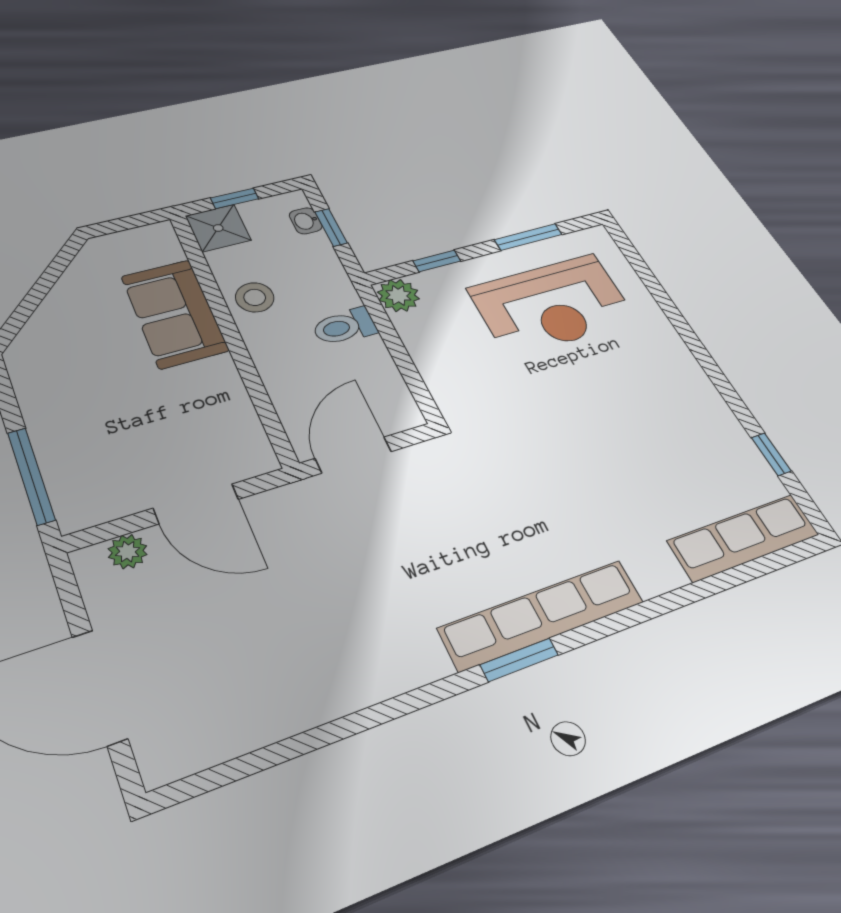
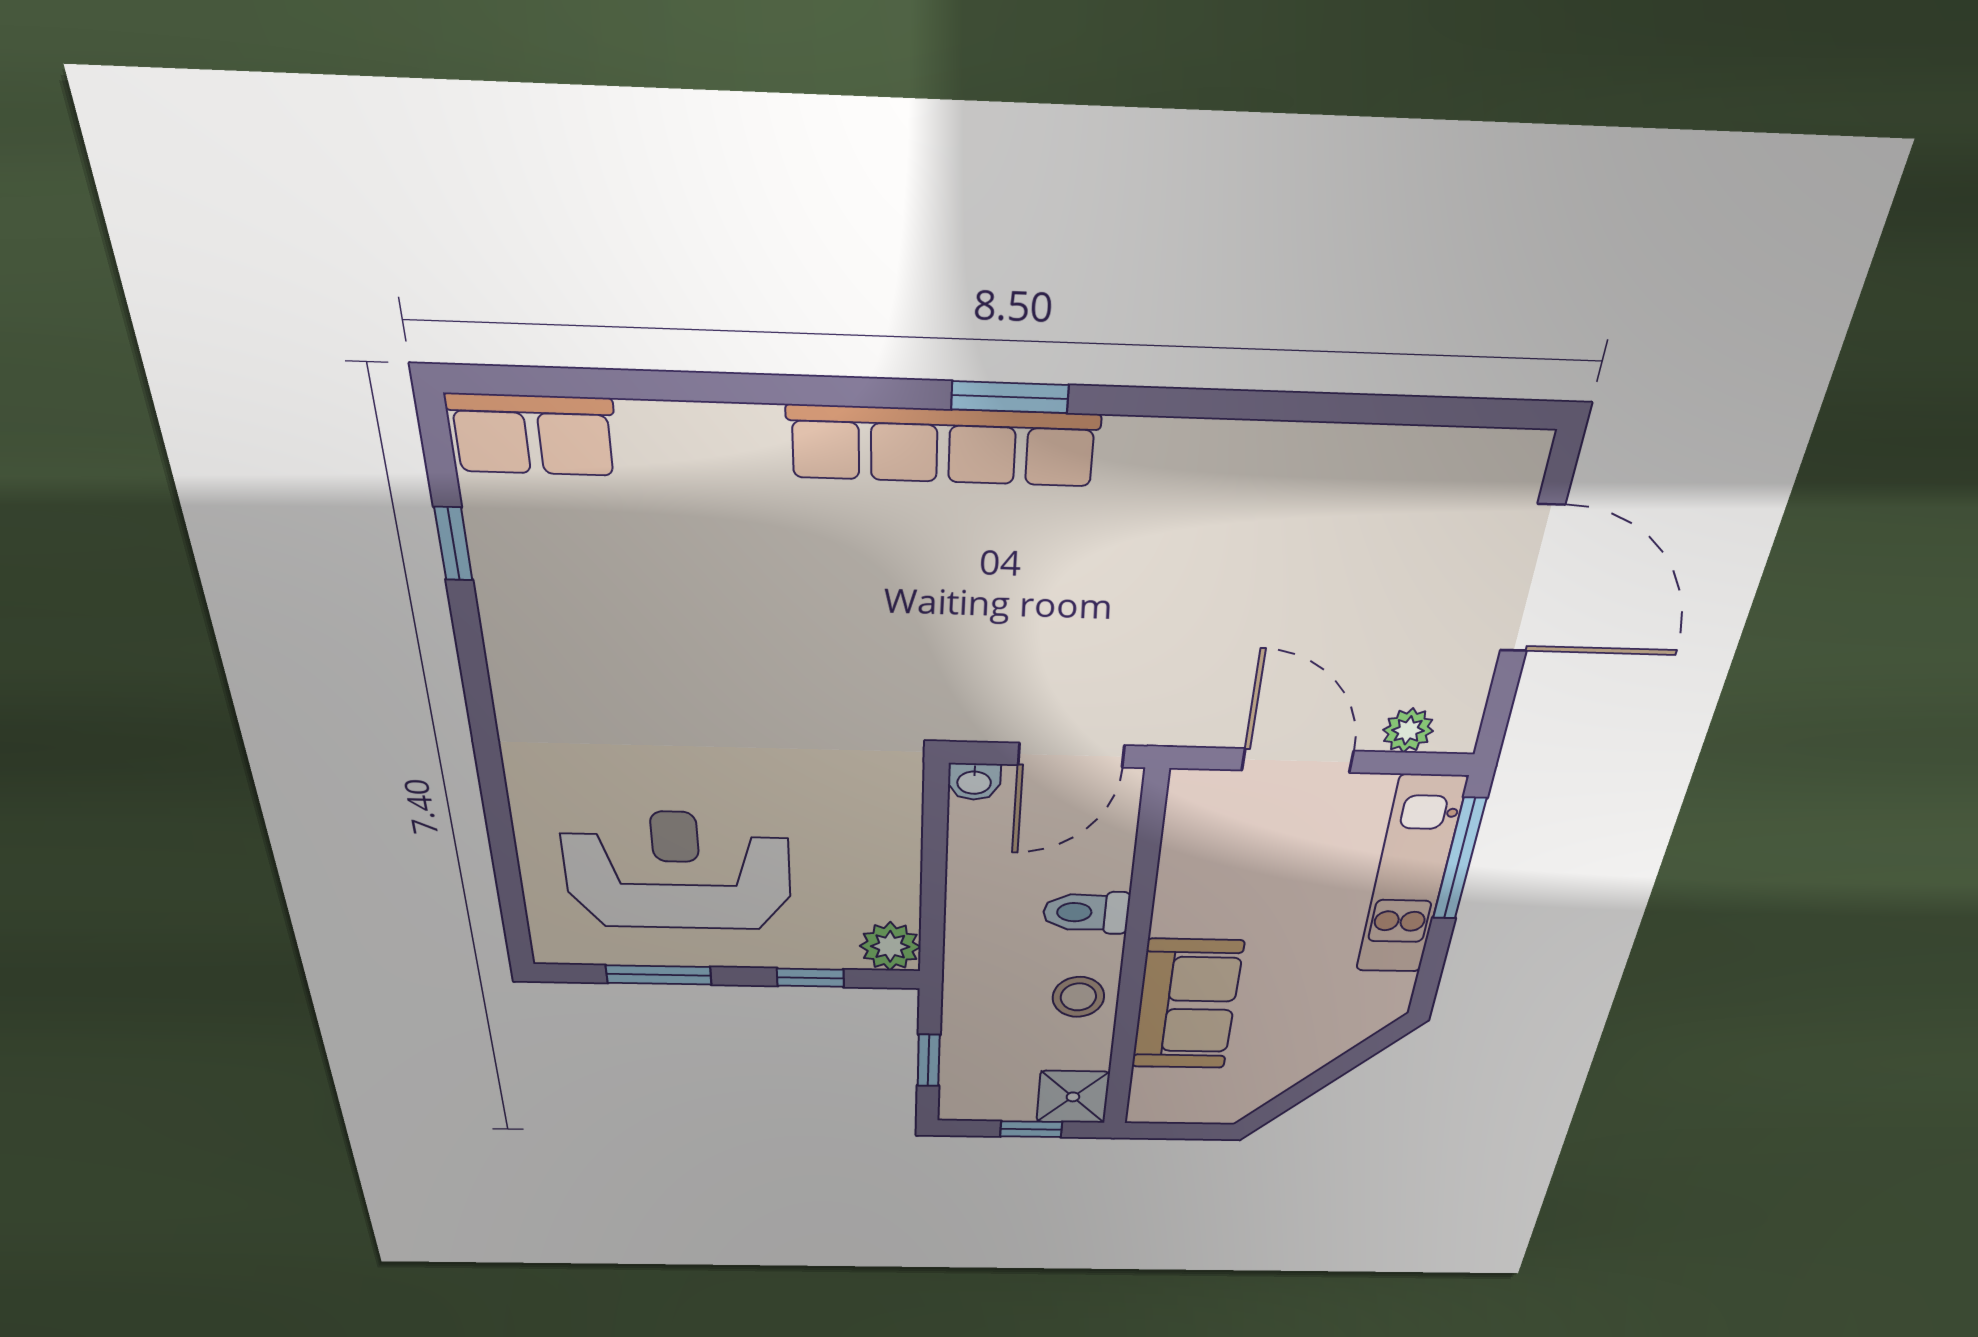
washbasin: (306, 221) -> (974, 782), moved, turned 90
toilet: (344, 327) -> (1086, 912), moved, turned 180
kitchen unit: (62, 452) -> (1410, 877), added
row of seats: (744, 538) -> (533, 435), width x0.68

